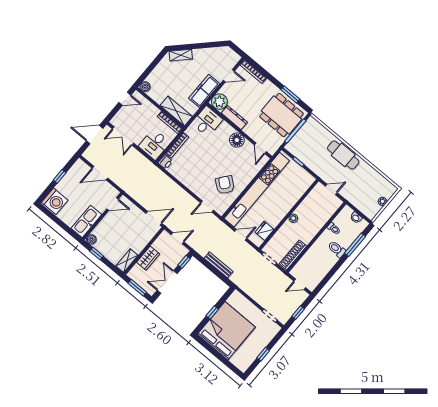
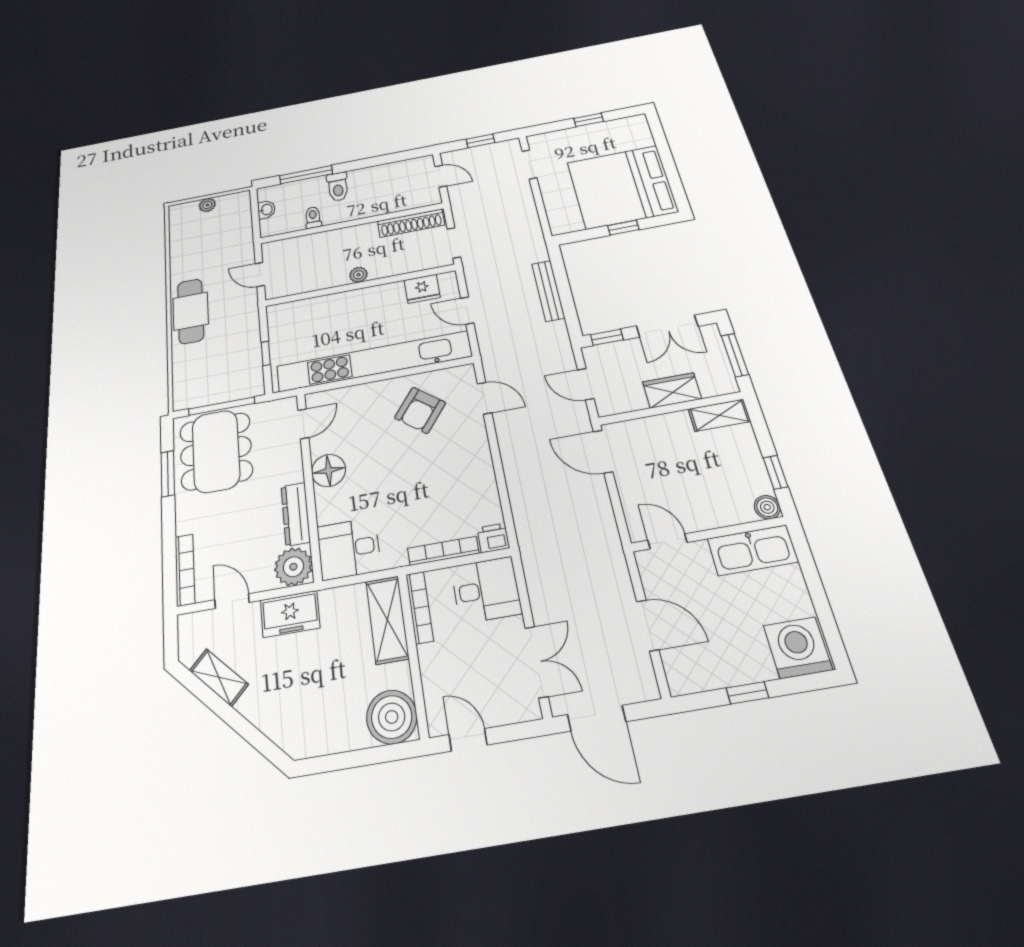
shelving: (181, 55) -> (219, 677), moved
boiler: (145, 87) -> (392, 717), width x1.86, depth x1.86
freezer: (204, 91) -> (290, 614), width x0.71

